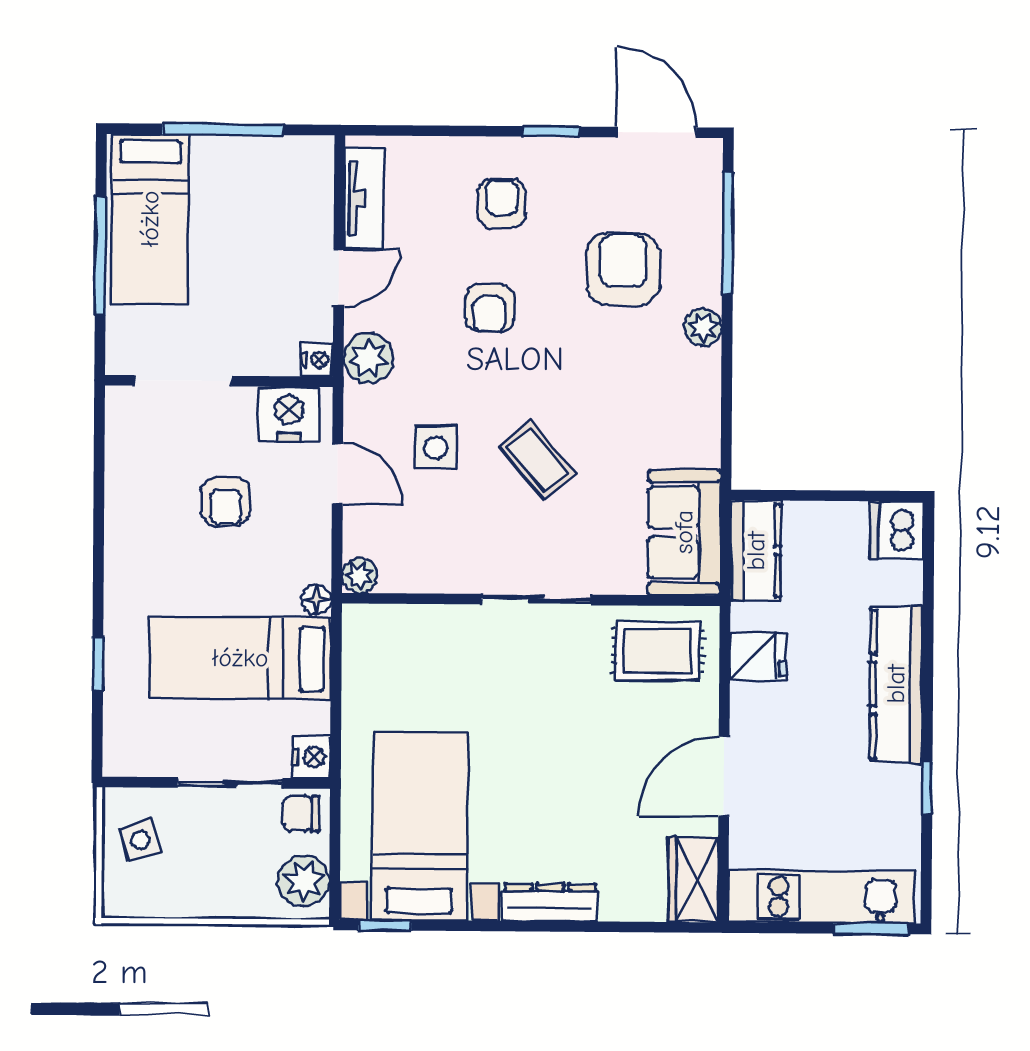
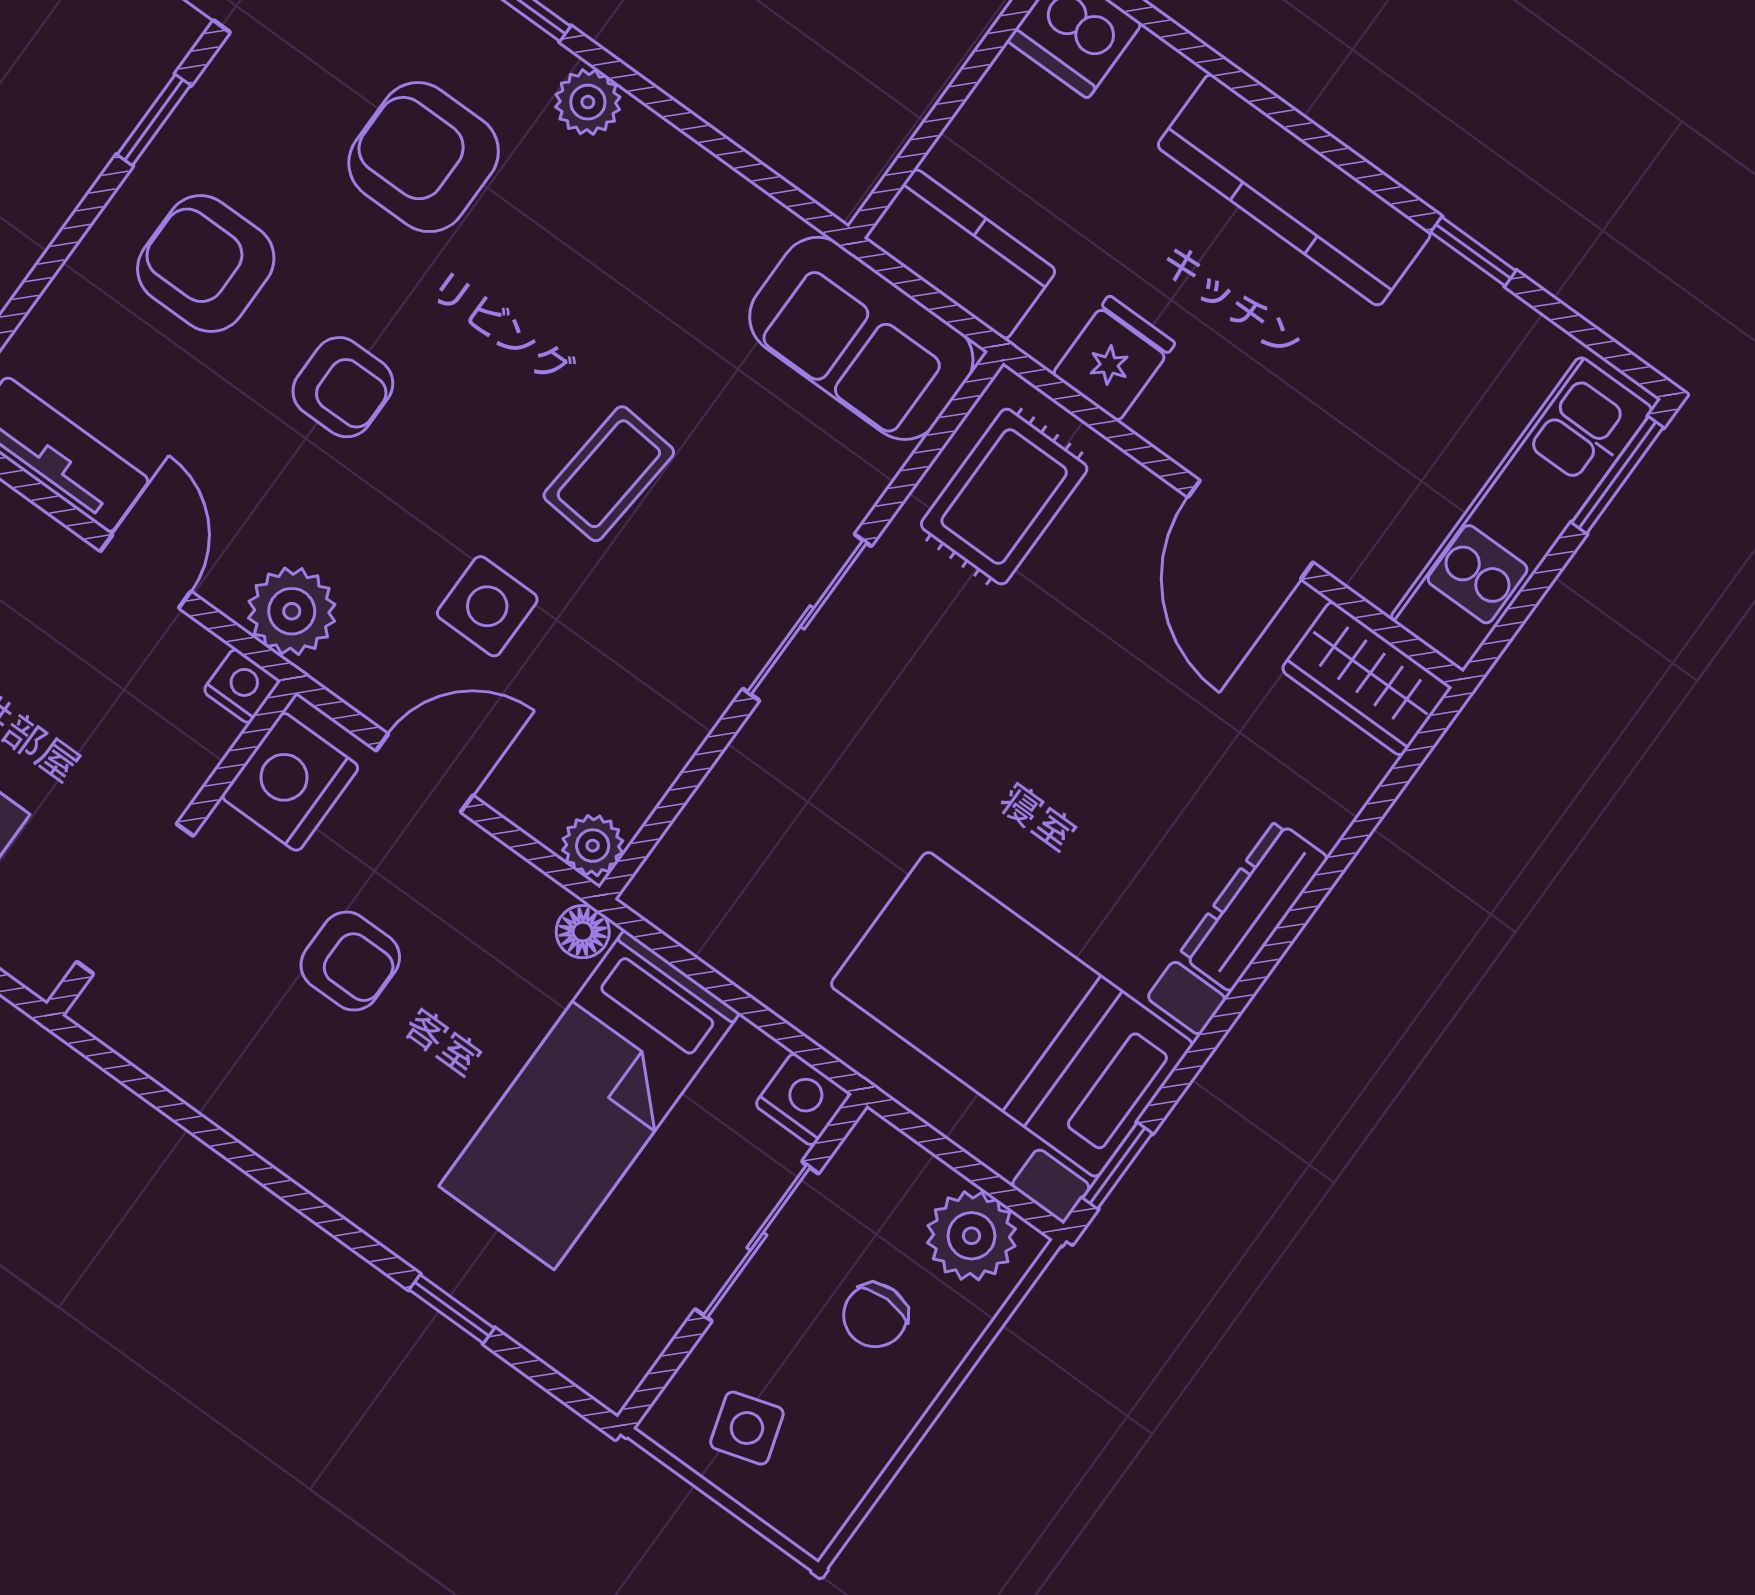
armchair: (502, 203) -> (206, 264), width x1.38, depth x1.38
coffee table: (537, 460) -> (609, 474), turned -45
chair: (301, 813) -> (875, 1315), moved

